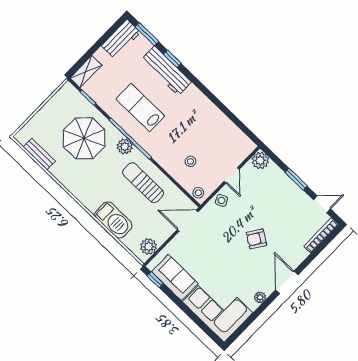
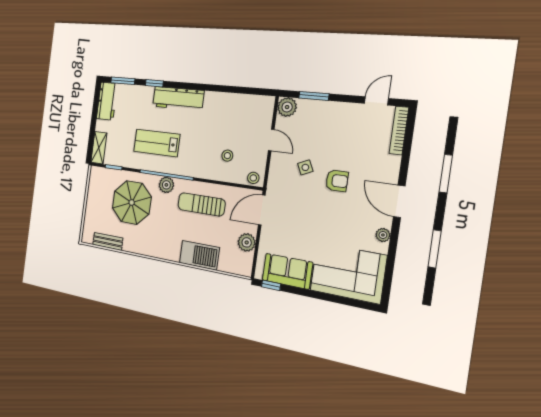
workbench: (166, 71) -> (178, 99), moved
window: (296, 179) -> (314, 96), moved
side table: (221, 200) -> (305, 167), moved
armchair: (256, 239) -> (337, 181), turned -123
plant: (149, 247) -> (247, 242), moved

